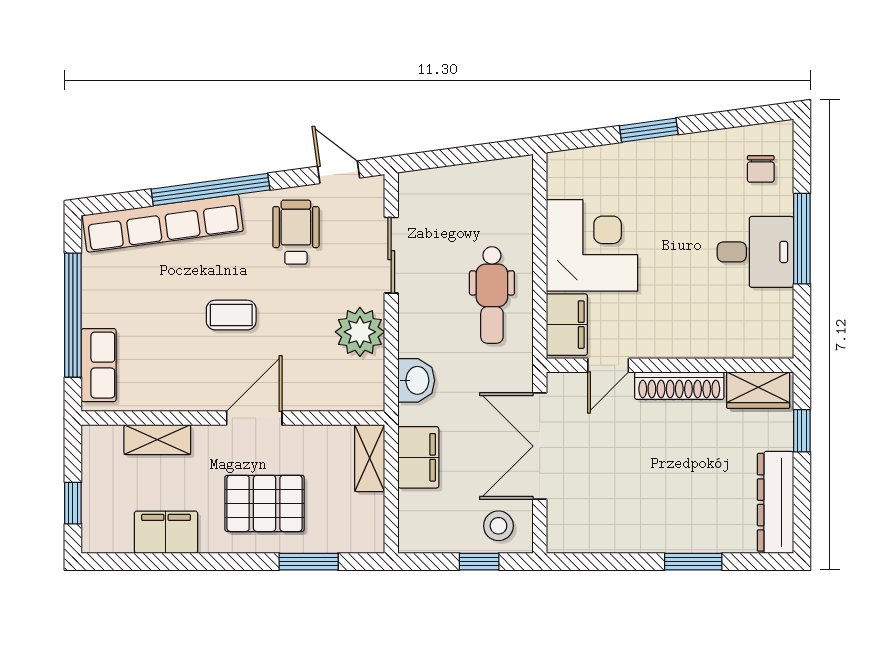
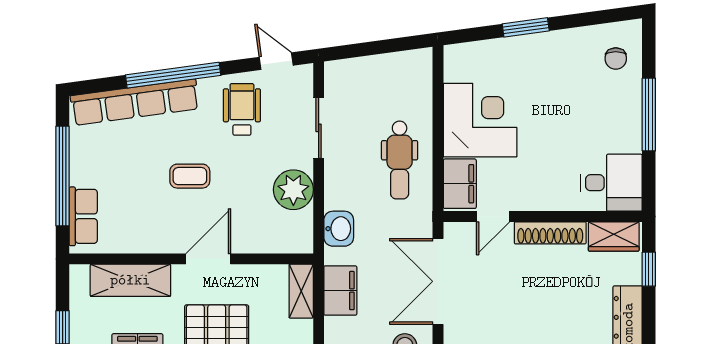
desk: (755, 252) -> (611, 183), moved
shelving: (157, 440) -> (130, 280), width x1.50, depth x1.33

